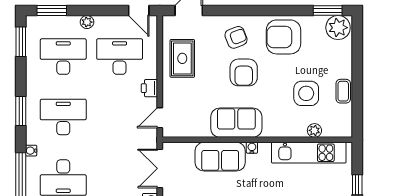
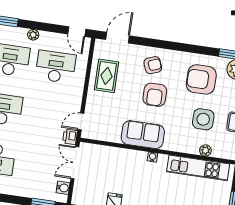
armchair: (283, 37) -> (201, 79), moved
printer: (149, 88) -> (70, 137), moved
sofa: (220, 157) -> (125, 160), removed

